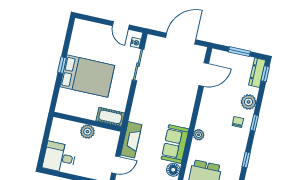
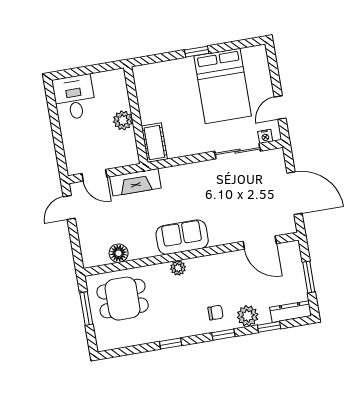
window: (265, 74) -> (269, 327), moved
bed: (87, 76) -> (223, 86), moved
sofa: (175, 144) -> (182, 237), moved

